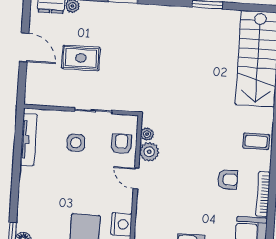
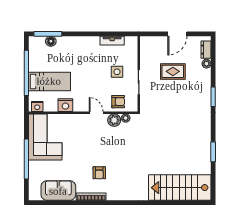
rug: (81, 58) -> (173, 71), turned 90
tv unit: (29, 140) -> (112, 41), width x0.71
coffee table: (256, 141) -> (125, 190), removed
door: (136, 178) -> (96, 113), hinge flipped

